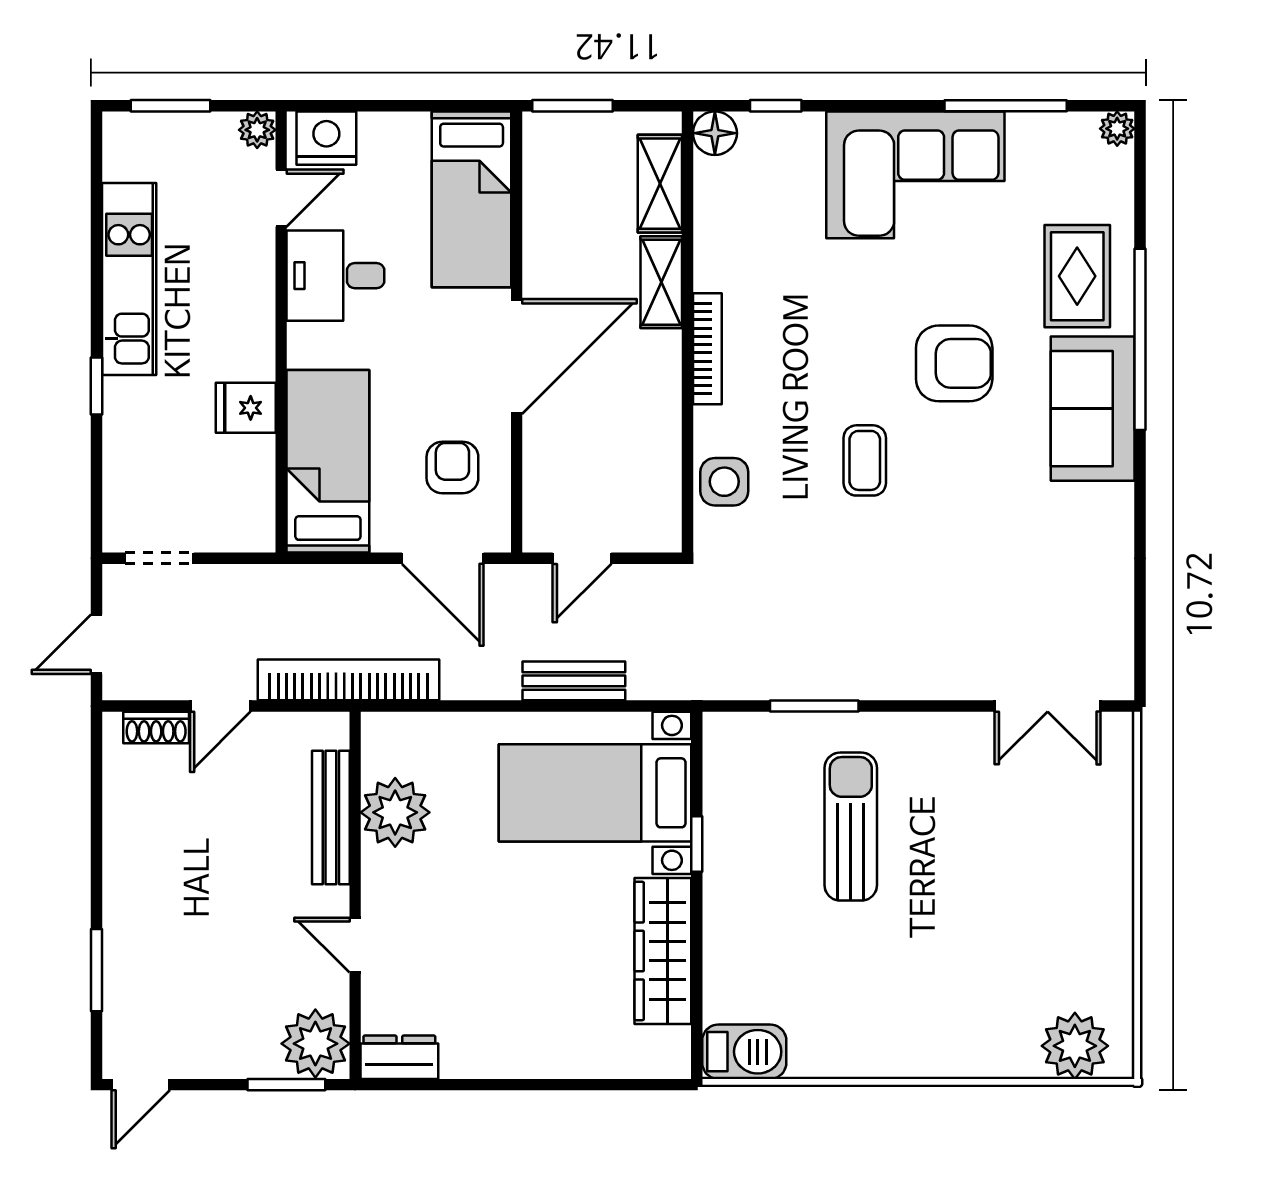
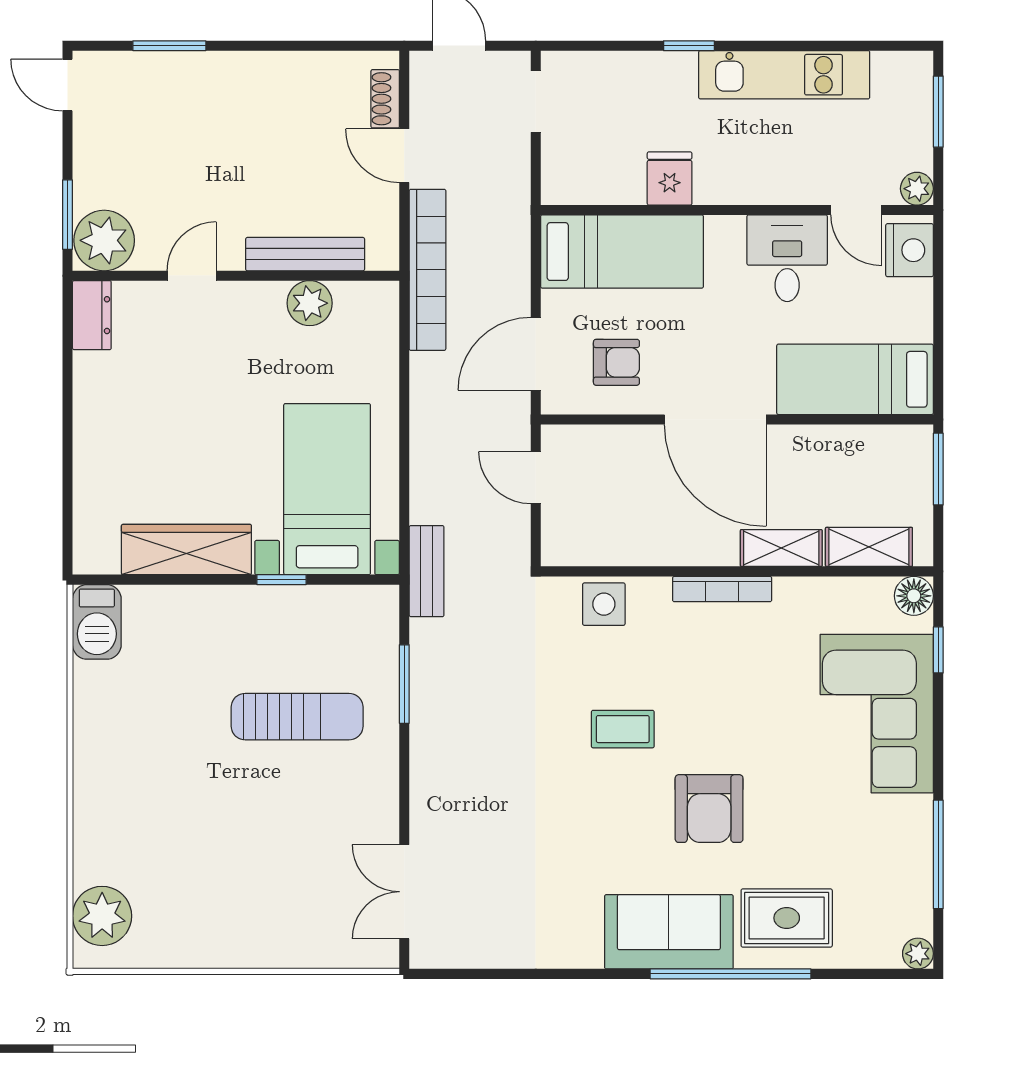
corner sofa: (915, 175) -> (877, 714), moved
bench: (574, 681) -> (427, 571), moved
plant: (395, 812) -> (310, 303), width x0.73, depth x0.73

